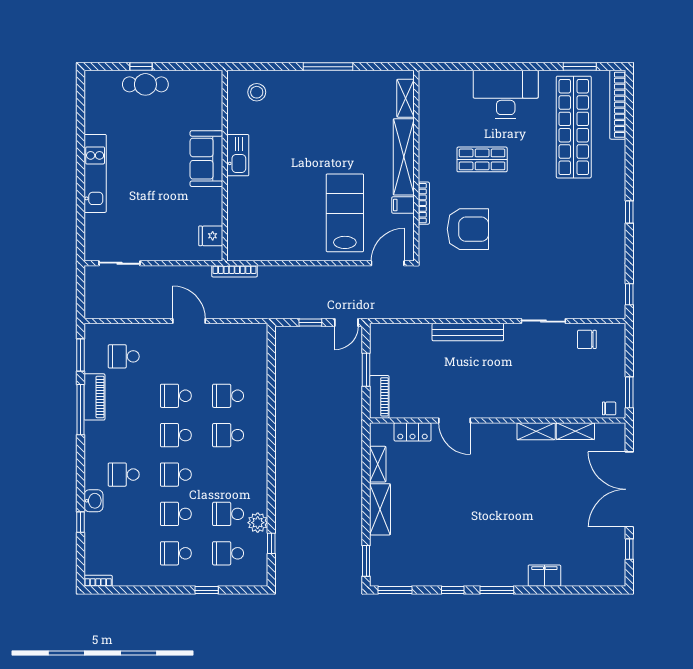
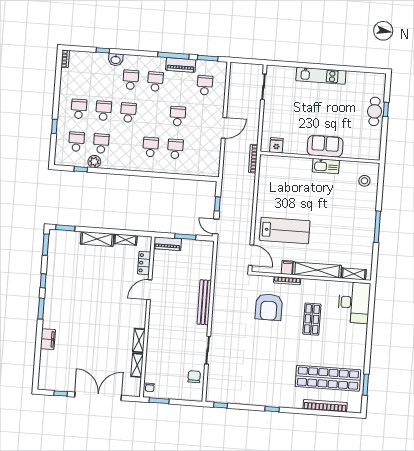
desk: (506, 94) -> (354, 303), moved
bookcase: (618, 105) -> (325, 406), moved
school desk: (176, 435) -> (155, 82), moved

